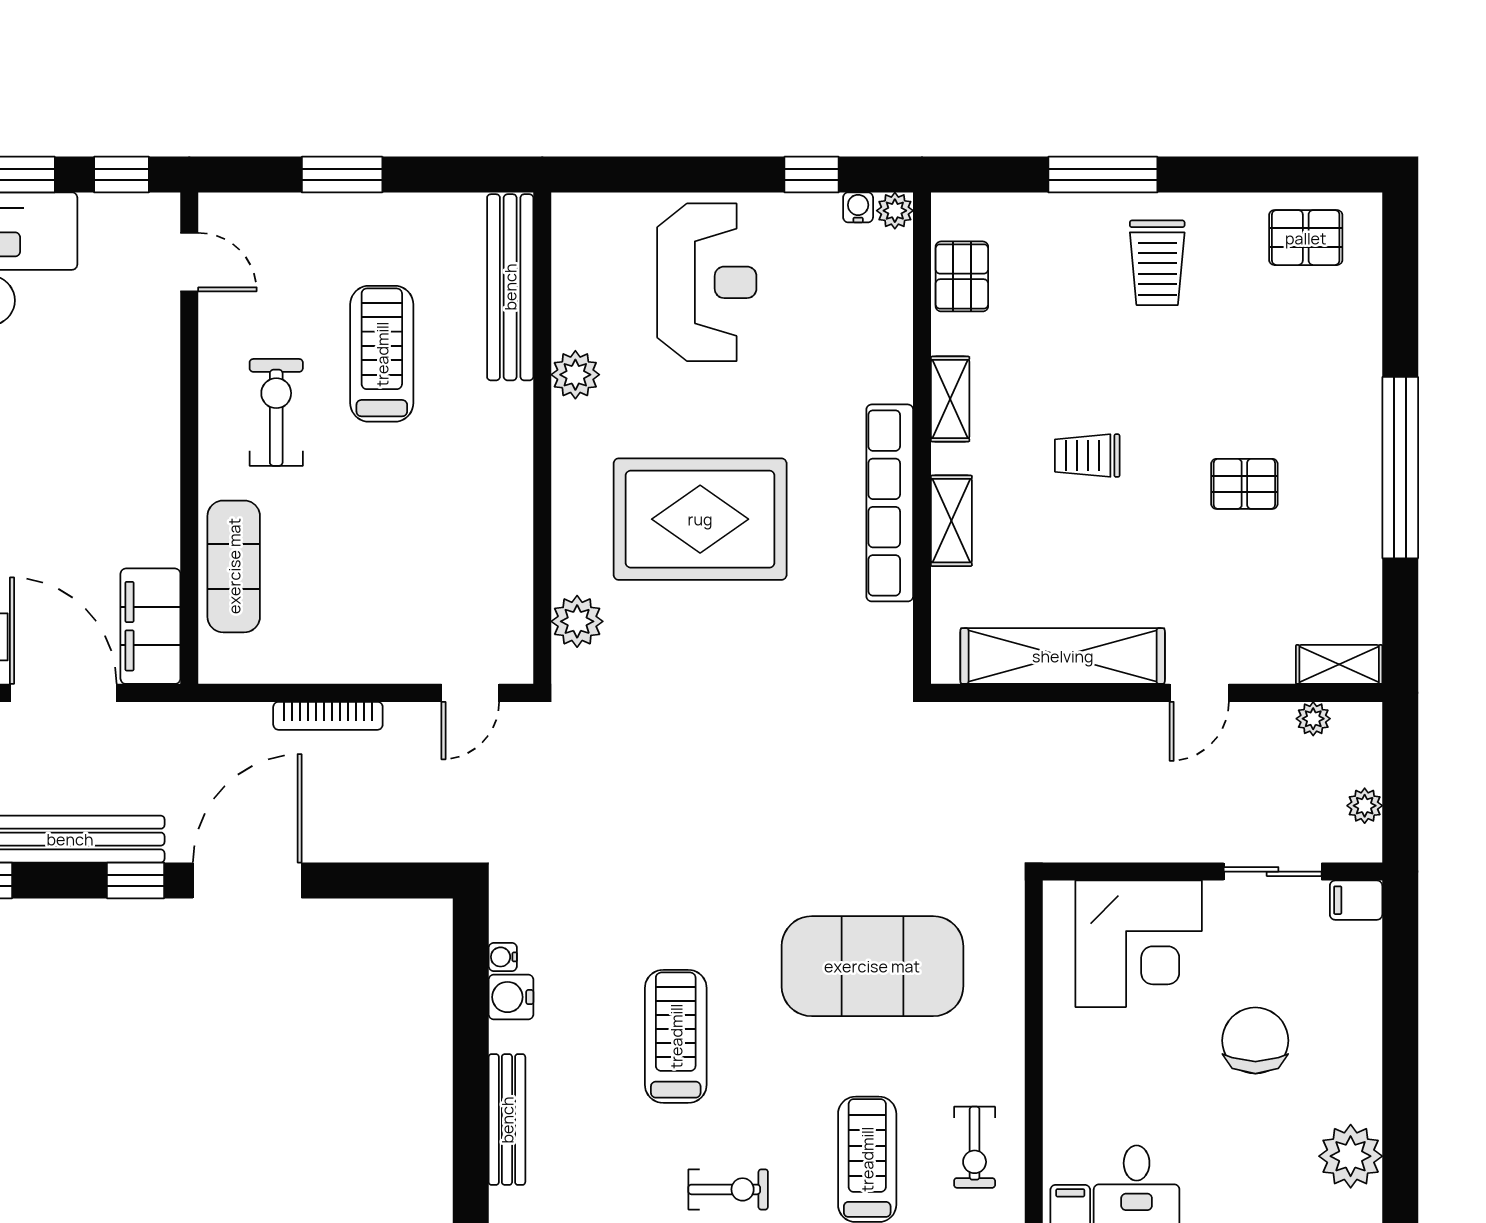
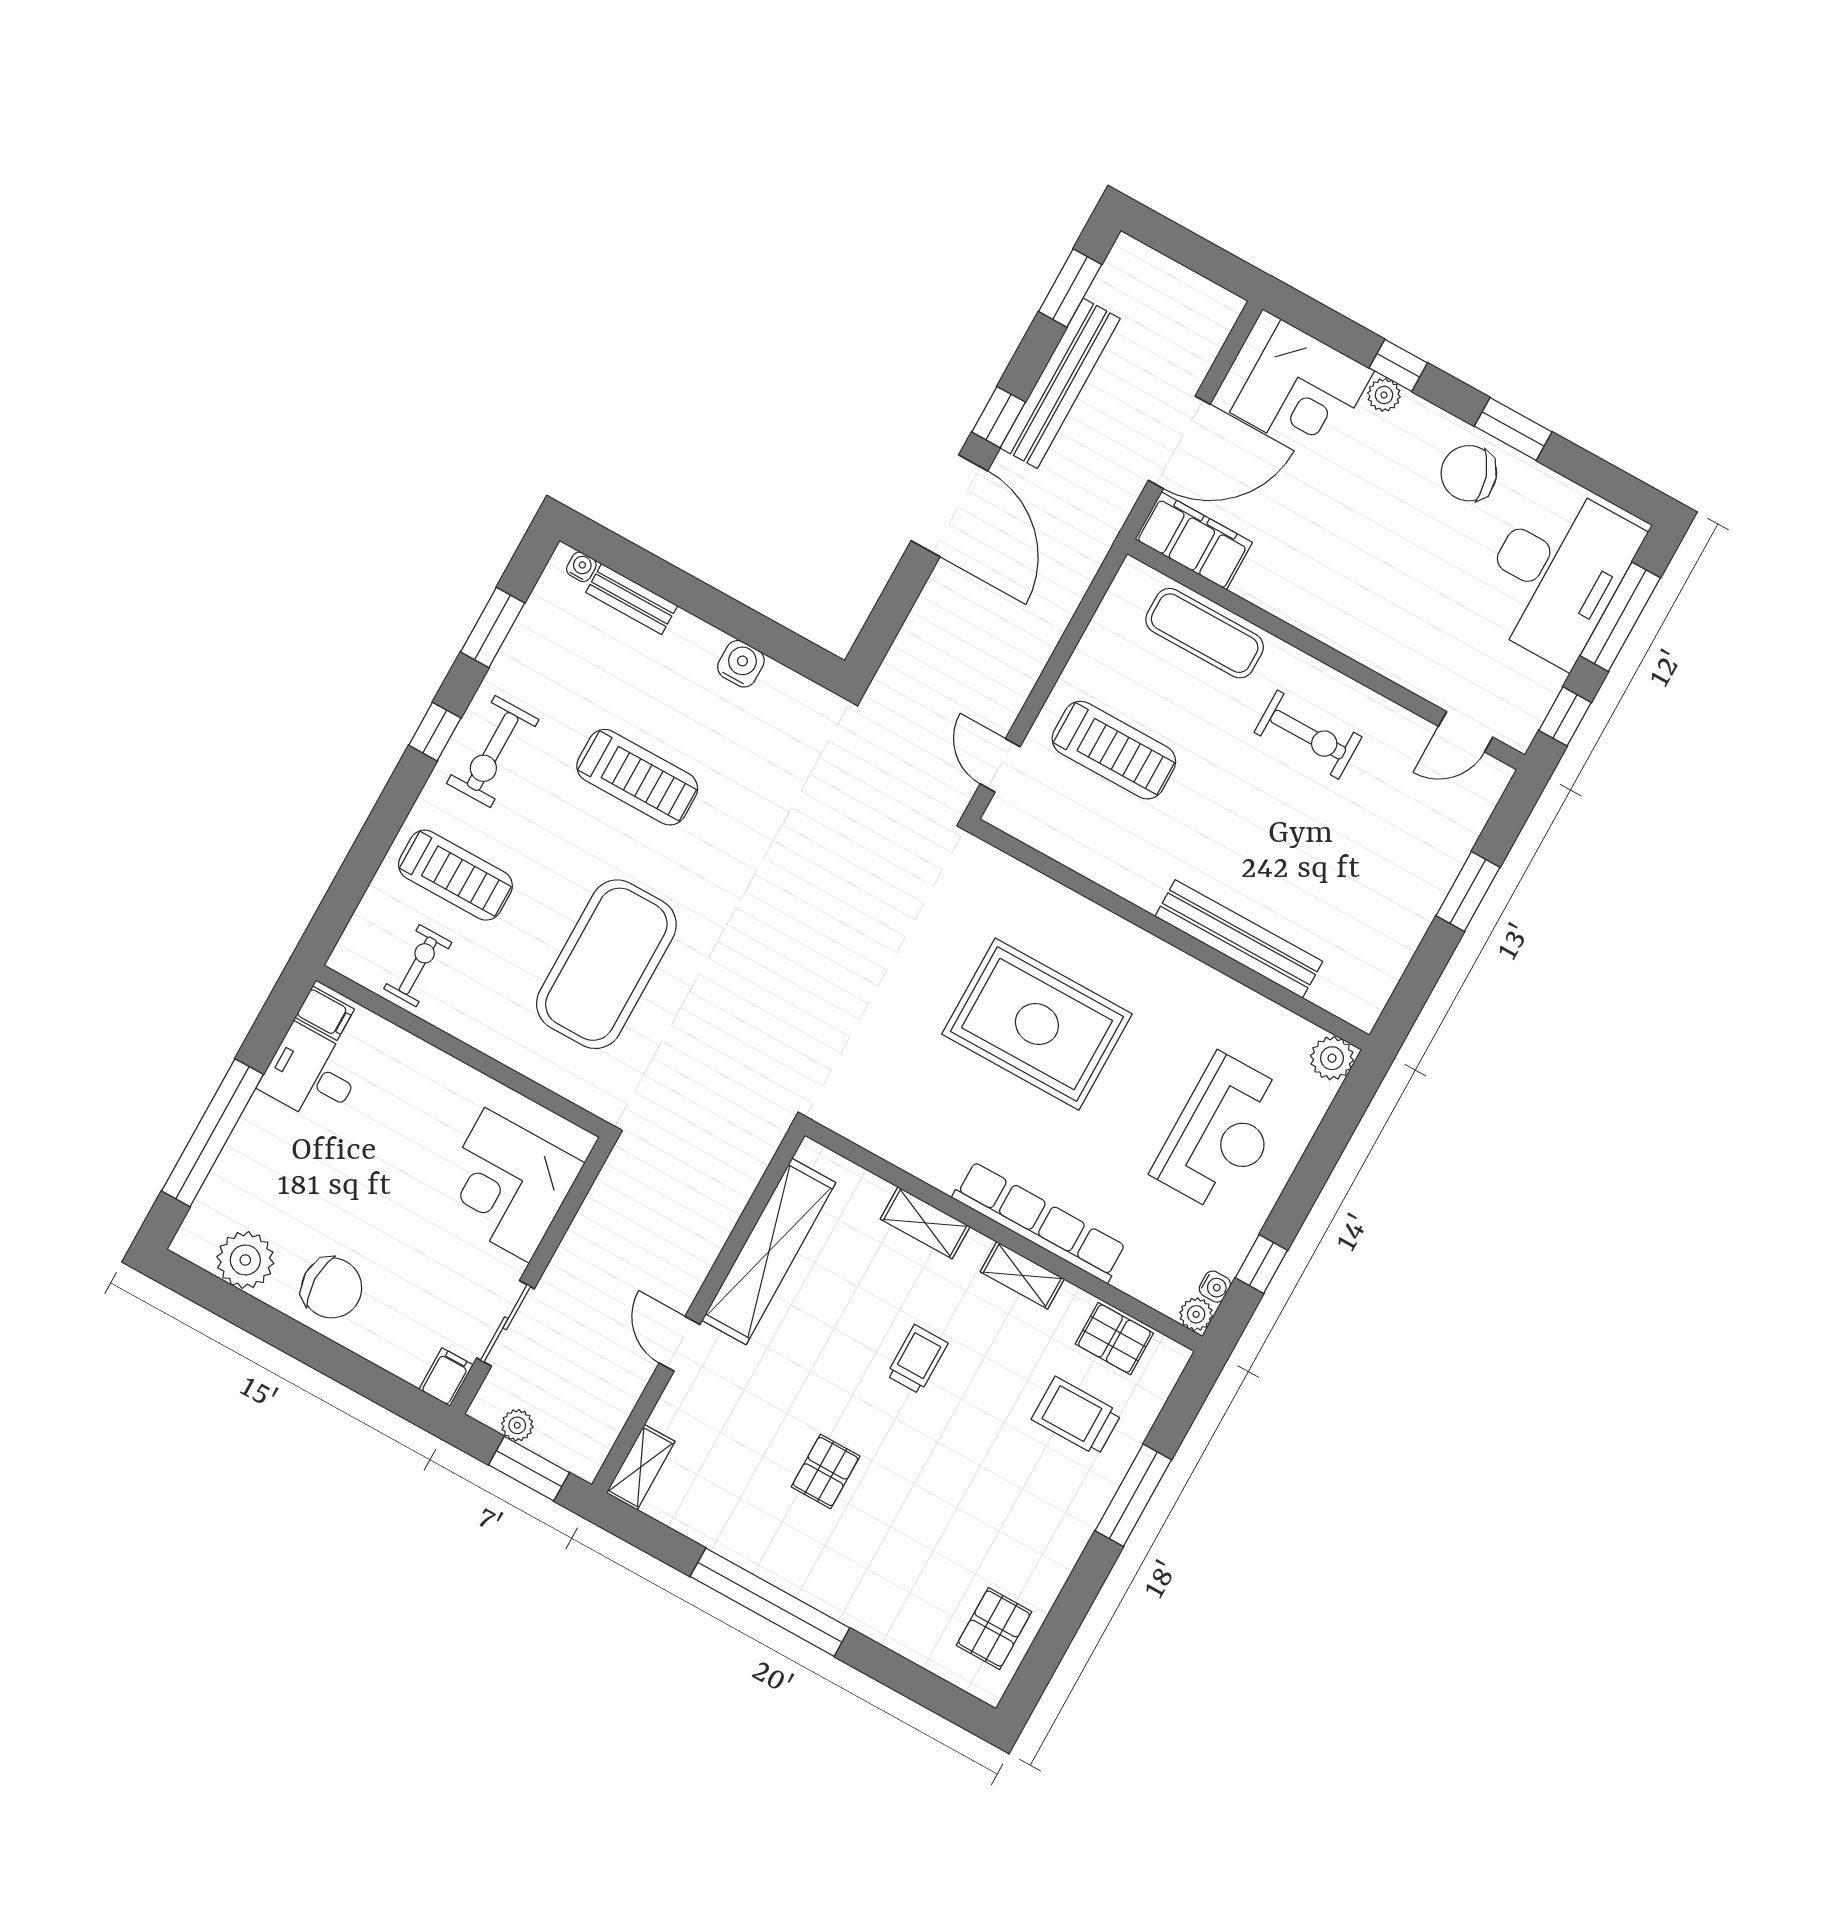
trolley: (1157, 263) -> (1077, 1416), moved
reception desk: (707, 282) -> (1222, 1134), turned -90
bench: (510, 287) -> (1239, 939), moved
treadmill: (382, 354) -> (1114, 750), moved
plant: (575, 375) -> (1332, 1058), moved
row of seats: (890, 503) -> (1040, 1222), moved
rug: (700, 519) -> (1037, 1024), turned 90
plant: (577, 621) -> (1010, 881), removed
bookcase: (328, 716) -> (1045, 642), removed
plant: (1313, 719) -> (609, 1423), removed
window: (1400, 771) -> (529, 1469), added
water cooler: (503, 957) -> (581, 567), moved
chair: (1255, 1041) -> (332, 1288), moved
bench: (507, 1120) -> (632, 599), width x0.73
exercise bike: (975, 1147) -> (418, 966), turned 90
exercise bike: (728, 1189) -> (493, 752), width x1.38, depth x1.39

